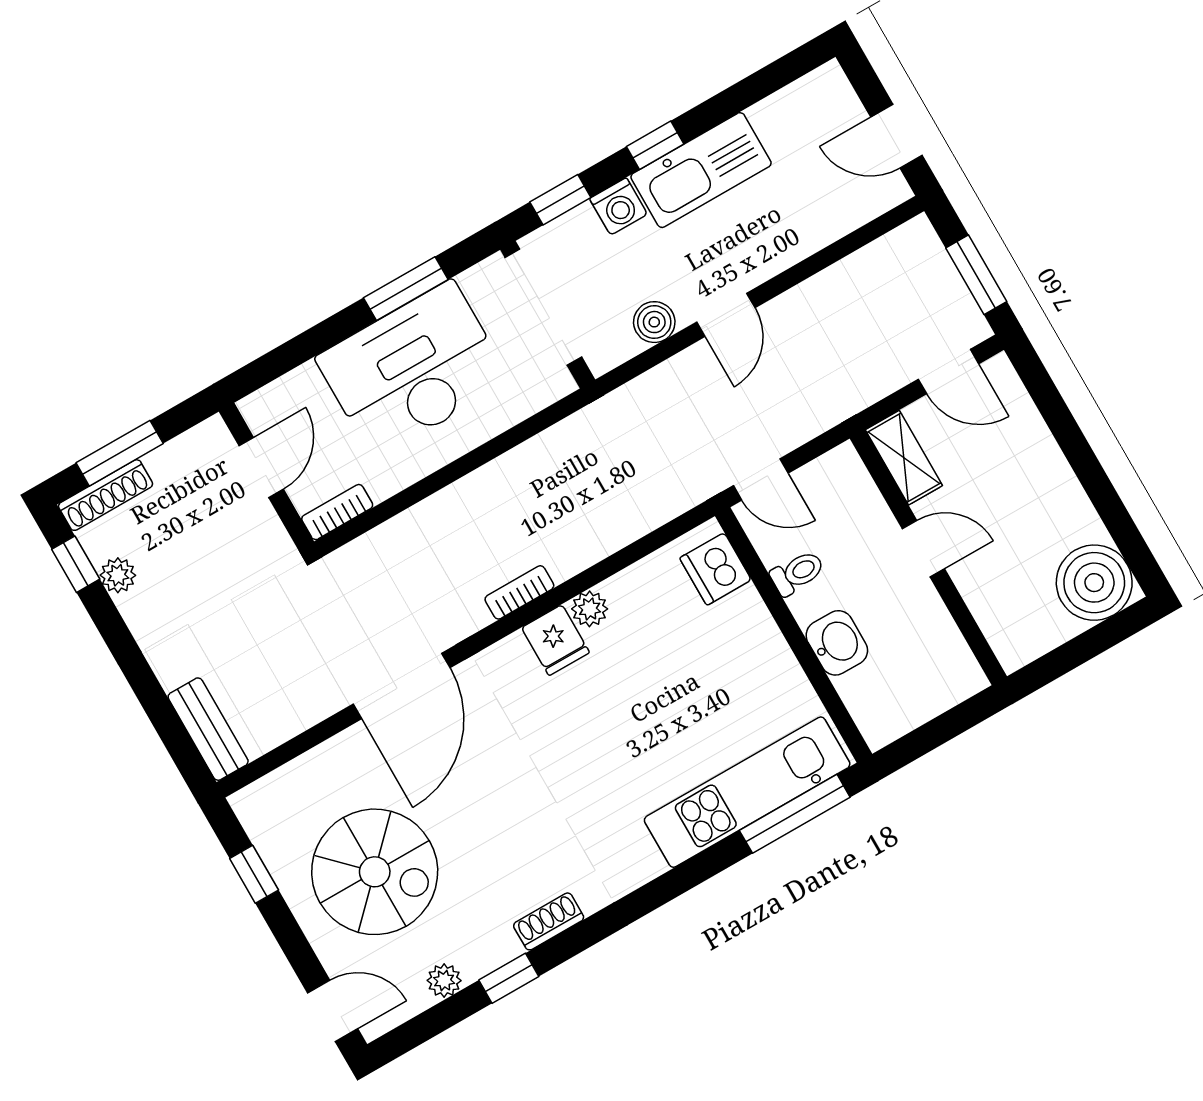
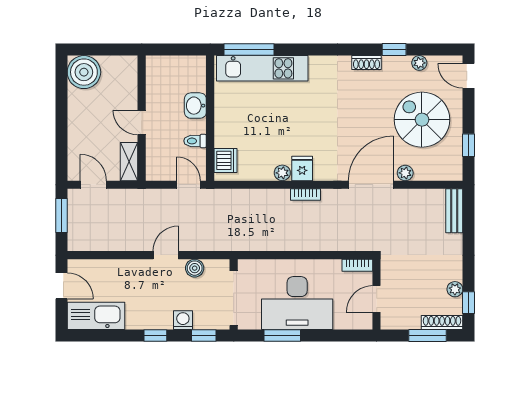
kitchen sink: (701, 170) -> (96, 316), moved
plant: (347, 748) -> (405, 173), added

